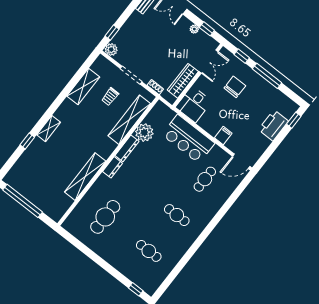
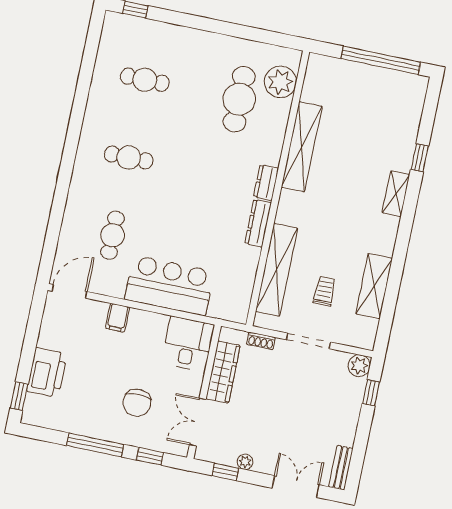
plant: (144, 133) -> (280, 82), moved

